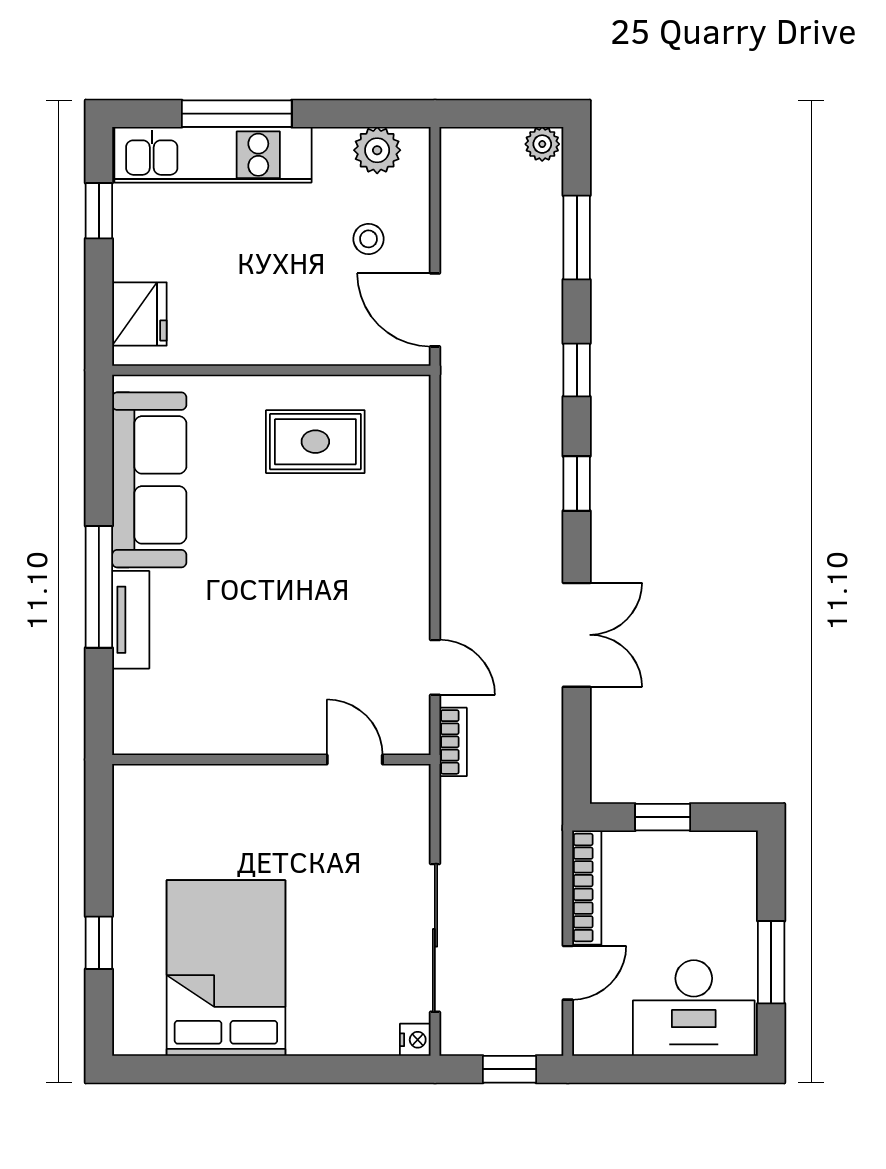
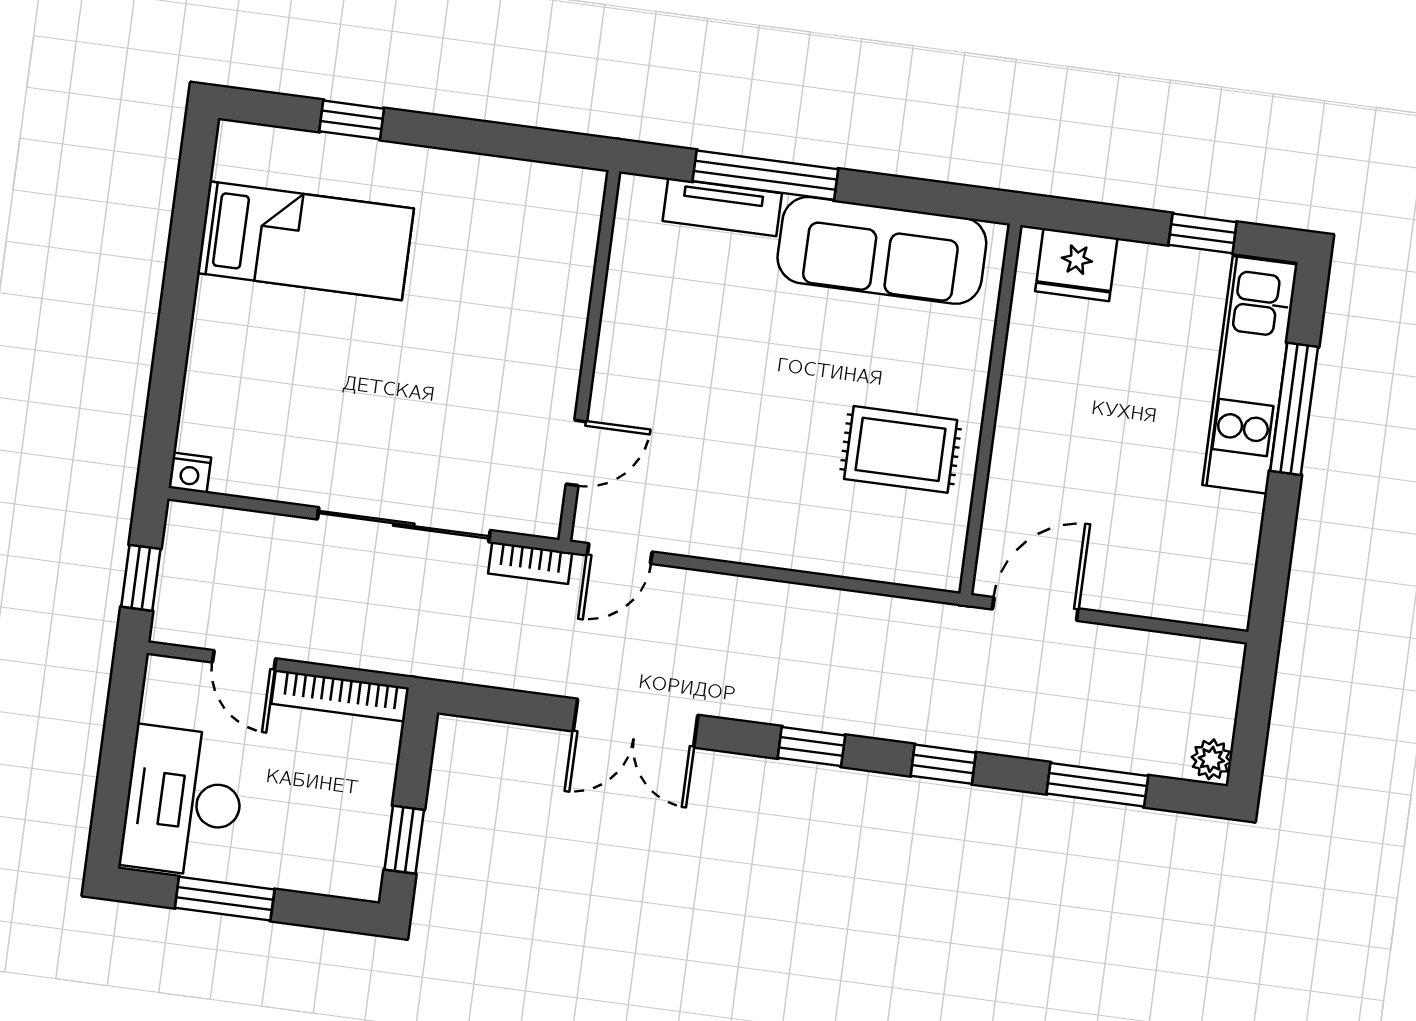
plant: (377, 150) -> (1230, 566), removed
stool: (369, 239) -> (1128, 543), removed
rug: (315, 442) -> (901, 449), turned 90
wall: (271, 760) -> (589, 356), moved
door: (355, 760) -> (576, 453), moved
window: (663, 817) -> (404, 840), moved
sliding door: (435, 938) -> (404, 525), moved
bed: (226, 968) -> (306, 241), width x0.67

